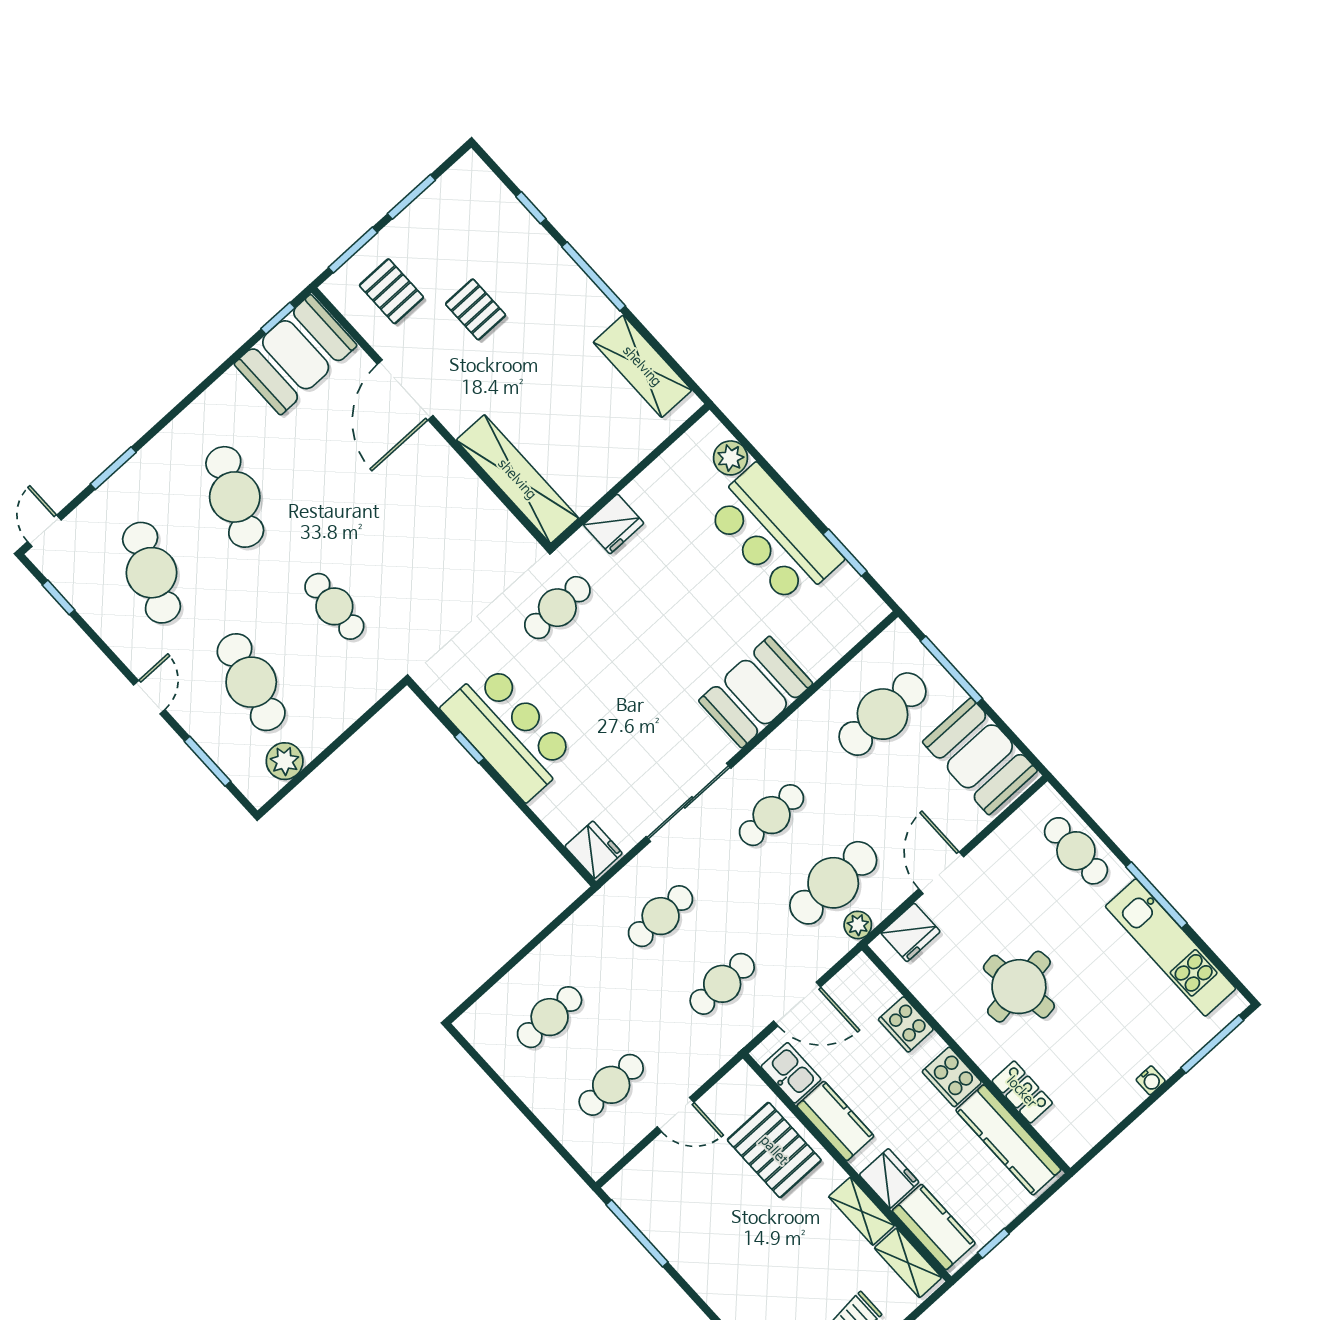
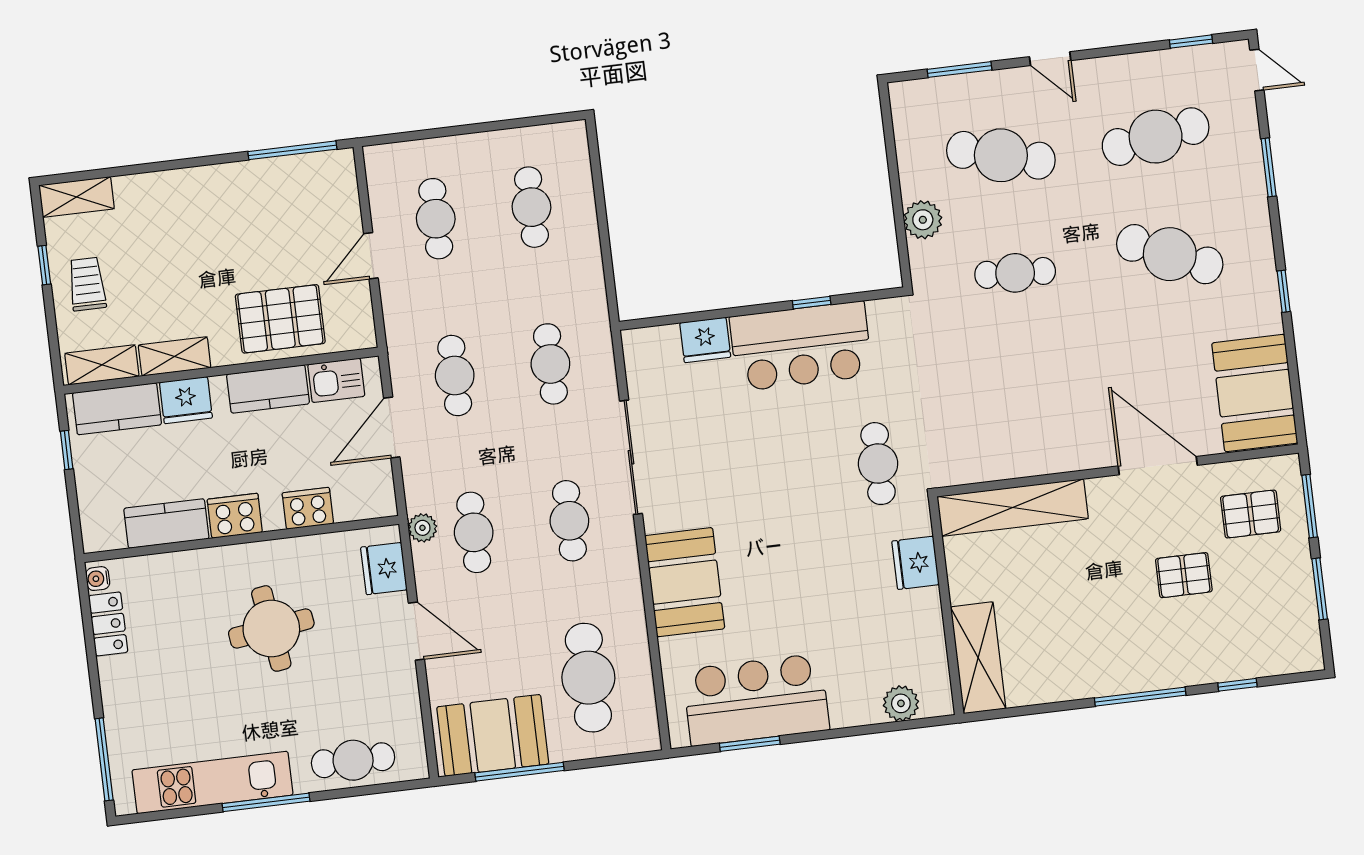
window: (278, 318) -> (1284, 291), moved
shelving: (642, 366) -> (978, 658), moved, turned 90
bar counter: (774, 535) -> (756, 700), moved
cafe table: (152, 573) -> (1156, 137), turned -33
window: (951, 670) -> (519, 772), moved
plant: (285, 761) -> (923, 220), moved
fridge: (594, 850) -> (705, 340), moved
cafe table: (833, 883) -> (474, 532), width x0.73, depth x0.74
water cooler: (1151, 1080) -> (98, 579), moved
locker: (1022, 1092) -> (108, 624), moved, turned -90
kitchen counter: (1008, 1140) -> (166, 524), width x0.67

